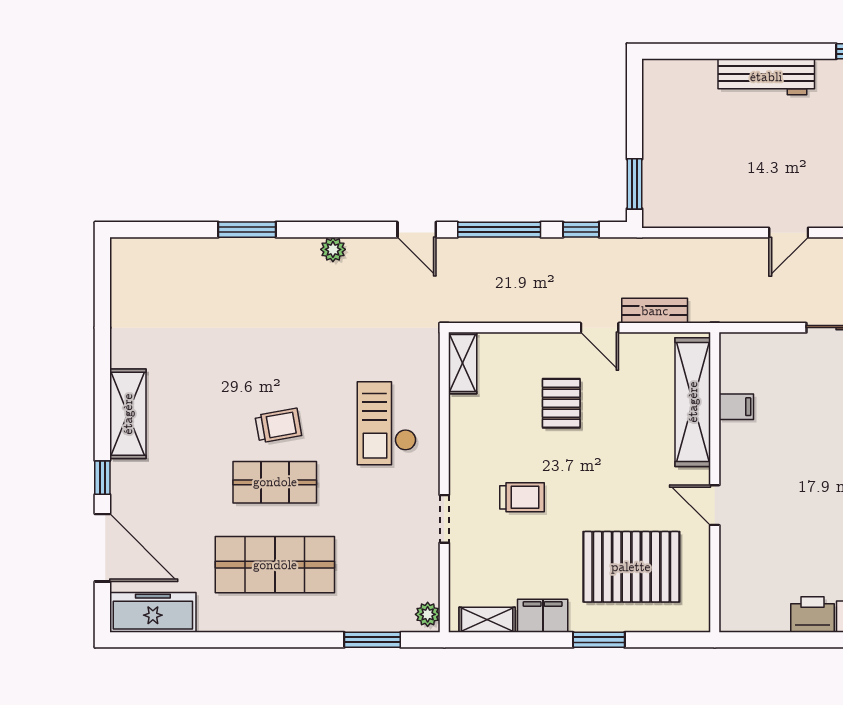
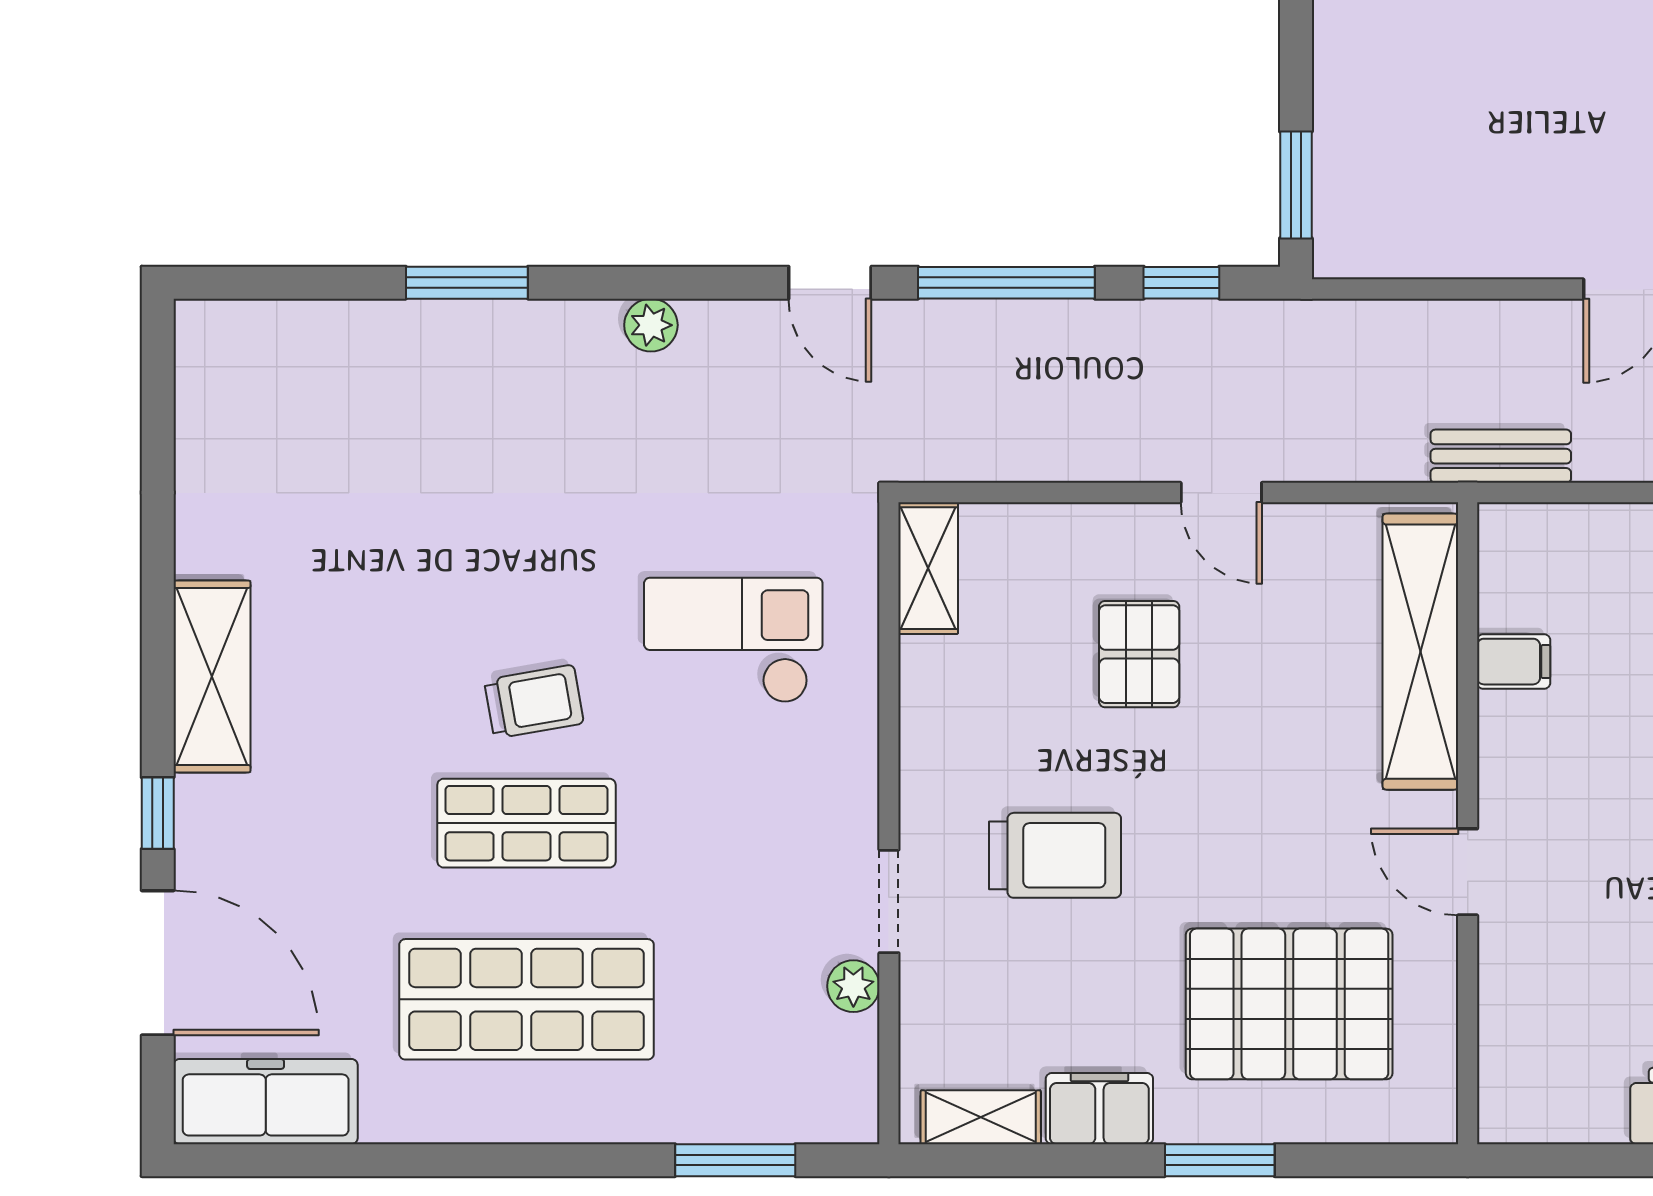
bench: (655, 311) -> (1501, 456), moved
checkout: (387, 423) -> (733, 640), moved, turned 90
trolley: (522, 497) -> (1055, 855), width x1.36, depth x1.39
plant: (428, 614) -> (853, 986), moved

